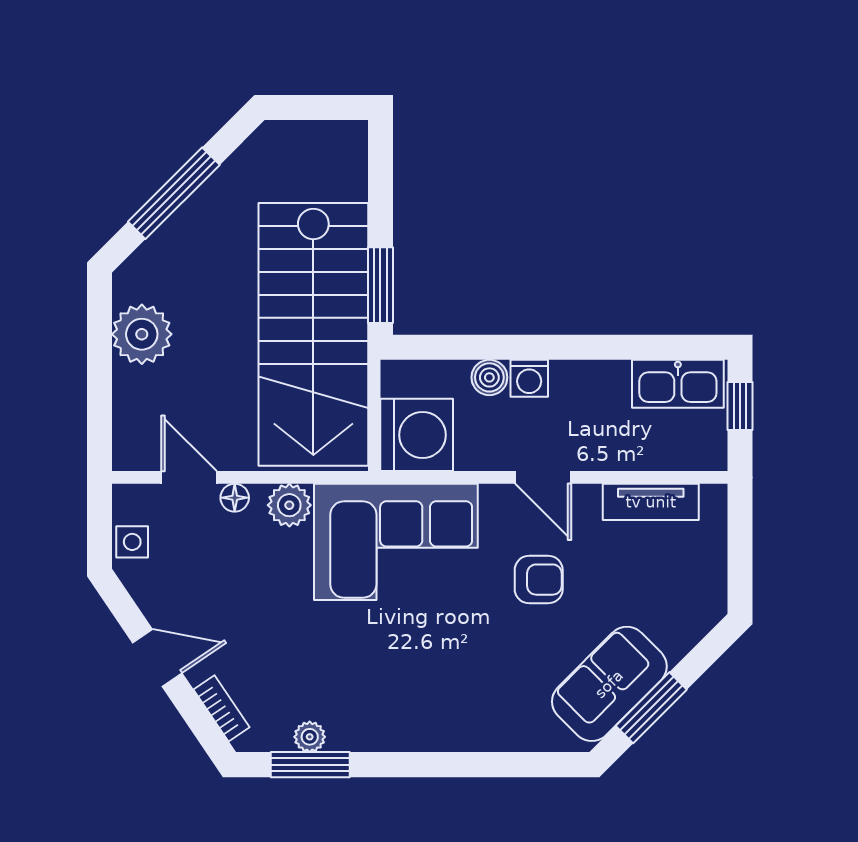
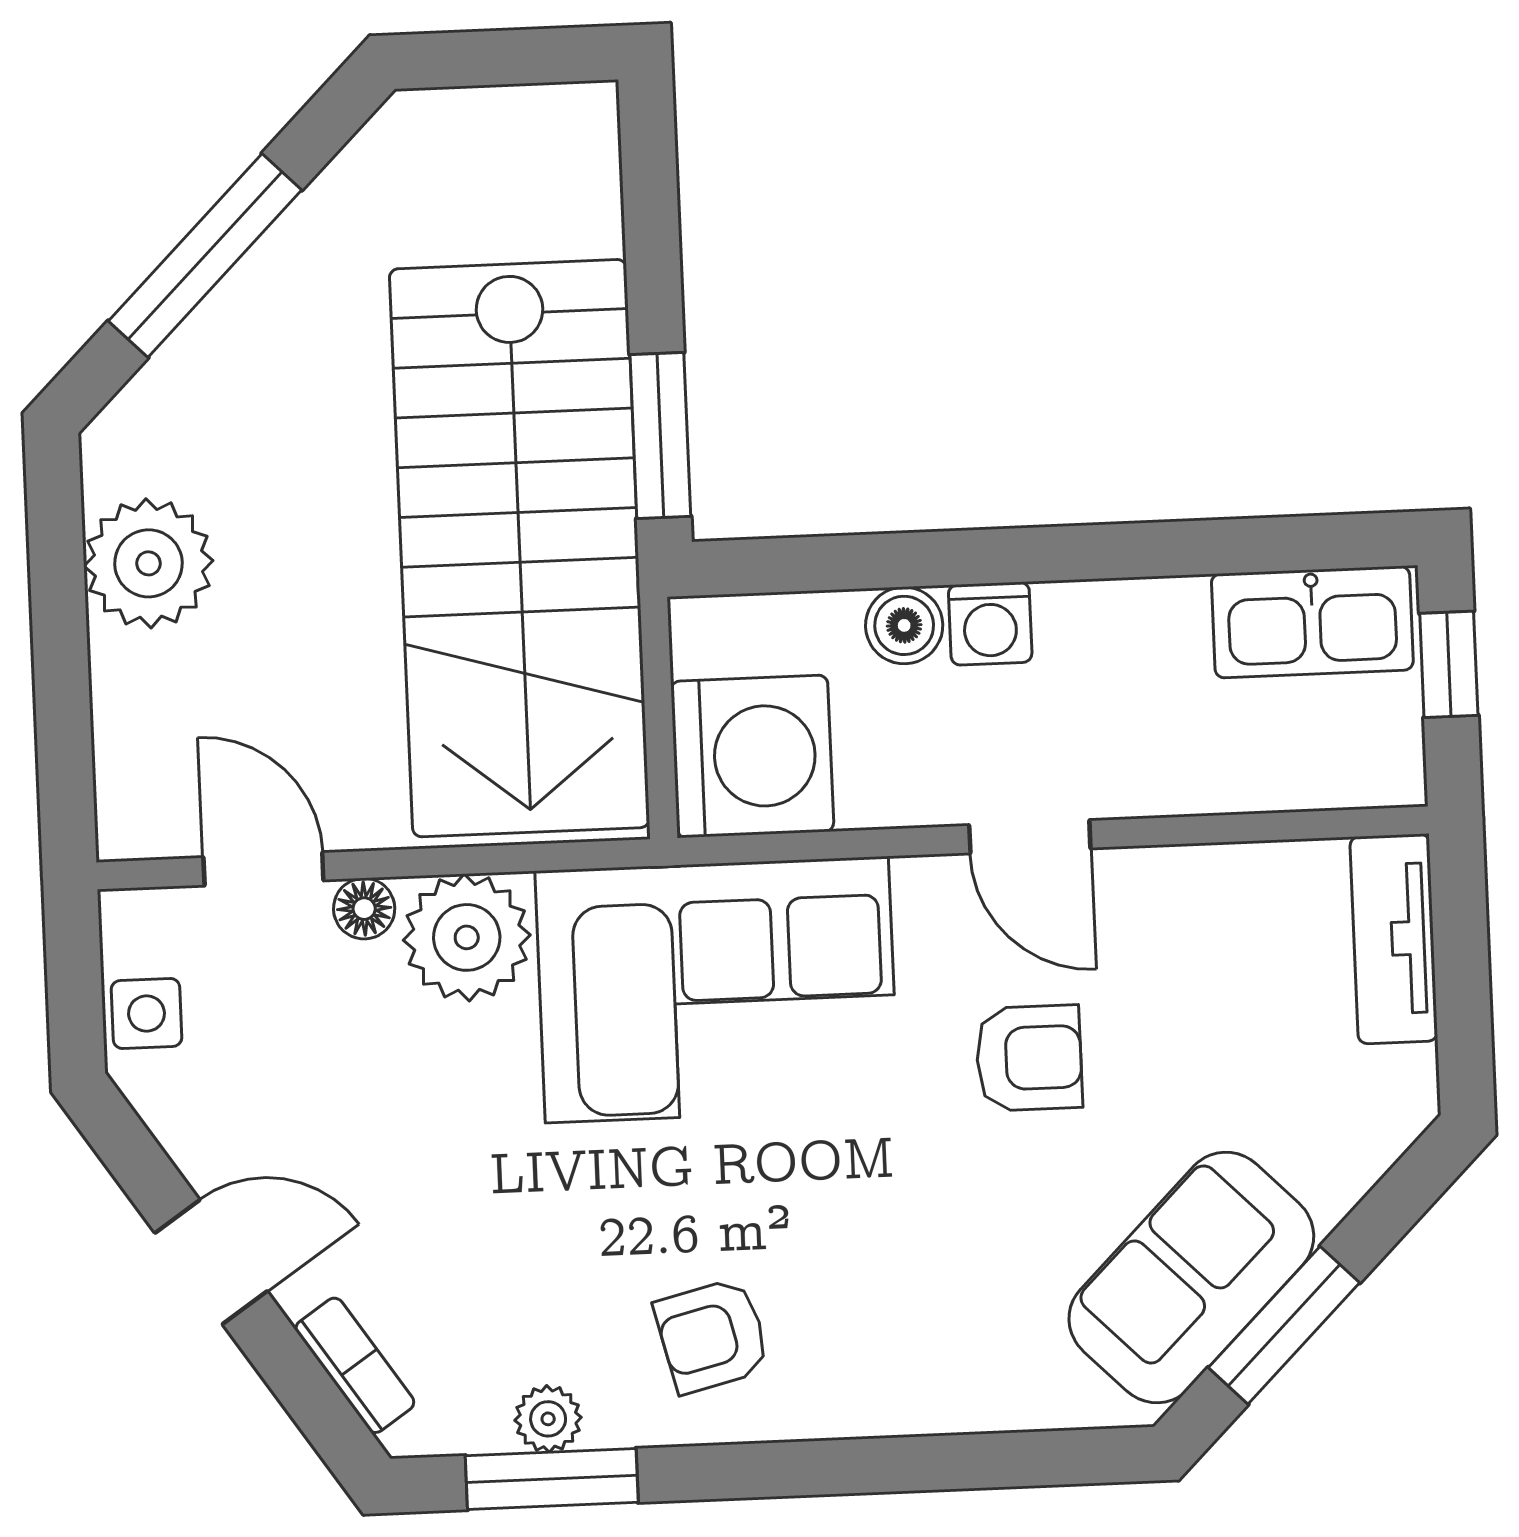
tv unit: (651, 502) -> (1394, 939), moved, turned 90
plant: (289, 505) -> (467, 937), width x1.36, depth x1.36
armchair: (387, 702) -> (712, 1336), added

